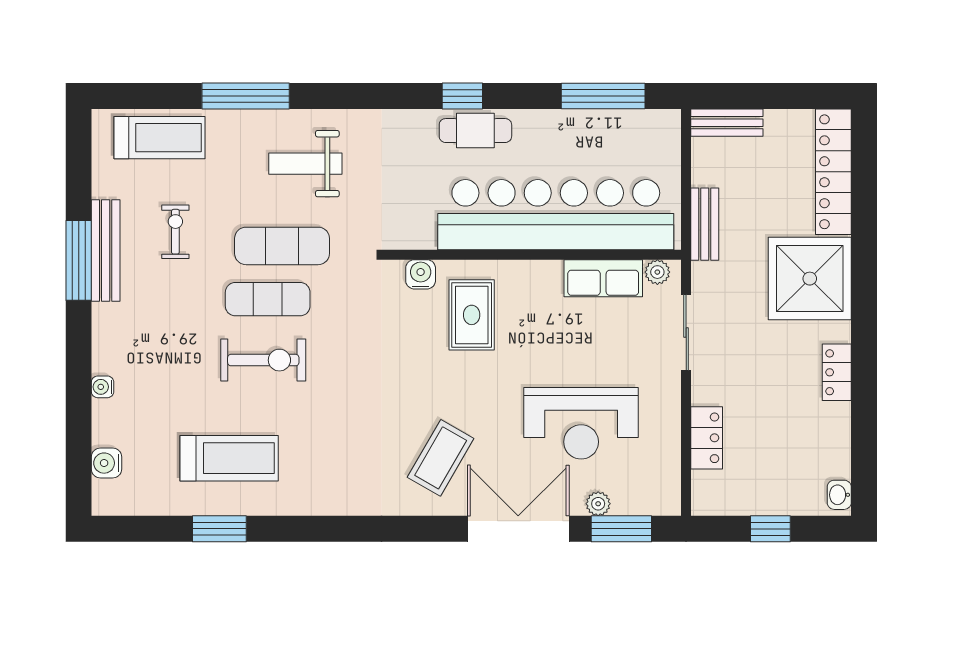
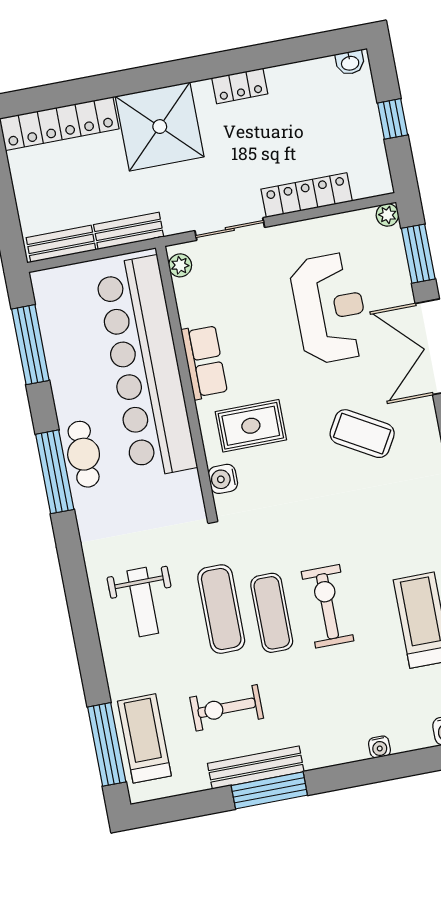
window: (246, 96) -> (107, 744), moved
window: (462, 96) -> (55, 472), width x2.17
bench: (727, 123) -> (61, 244), moved, turned 90
exercise bike: (175, 232) -> (227, 708), width x1.38, depth x1.39
row of seats: (603, 278) -> (204, 362), moved
locker: (707, 438) -> (307, 195), width x1.53
coffee table: (441, 458) -> (362, 434), moved
plant: (598, 504) -> (387, 215), moved

